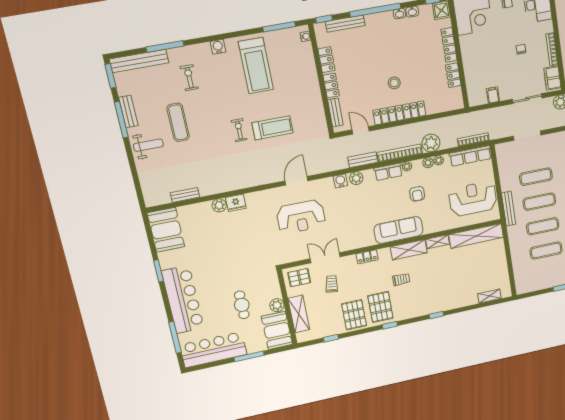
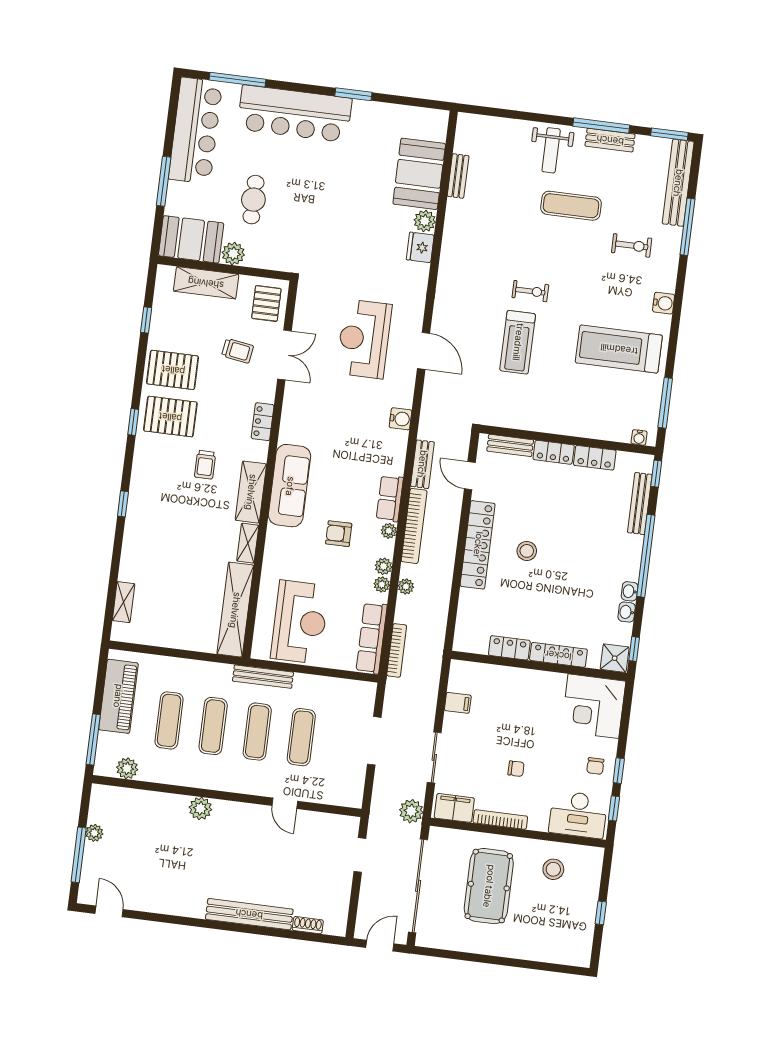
door: (361, 130) -> (470, 476), swing flipped
plant: (431, 143) -> (406, 586), width x0.53, depth x0.53
plant: (356, 178) -> (397, 445), removed
booth: (166, 230) -> (419, 174), moved, turned 90
piano: (540, 281) -> (118, 696), added
cafe table: (242, 305) -> (253, 200), turned 90

